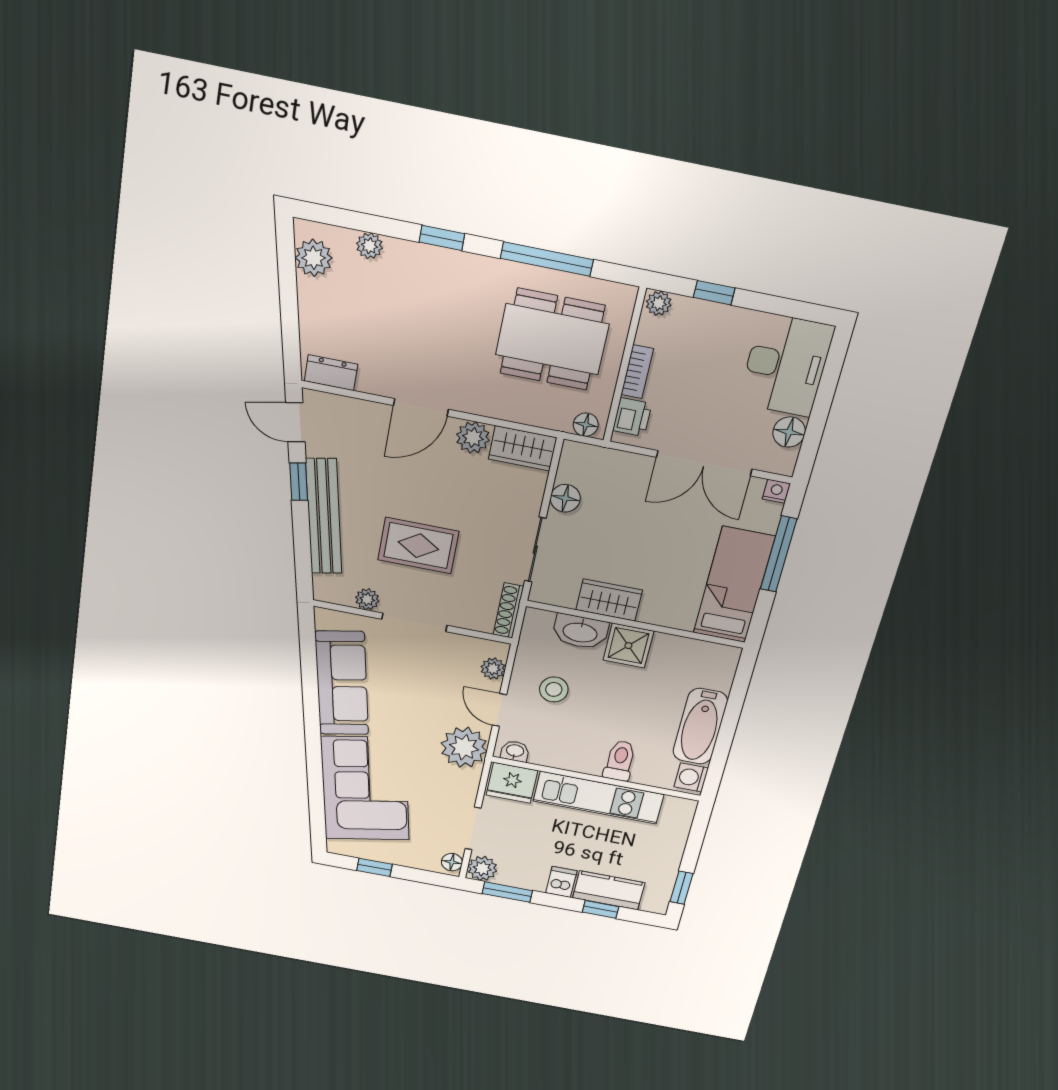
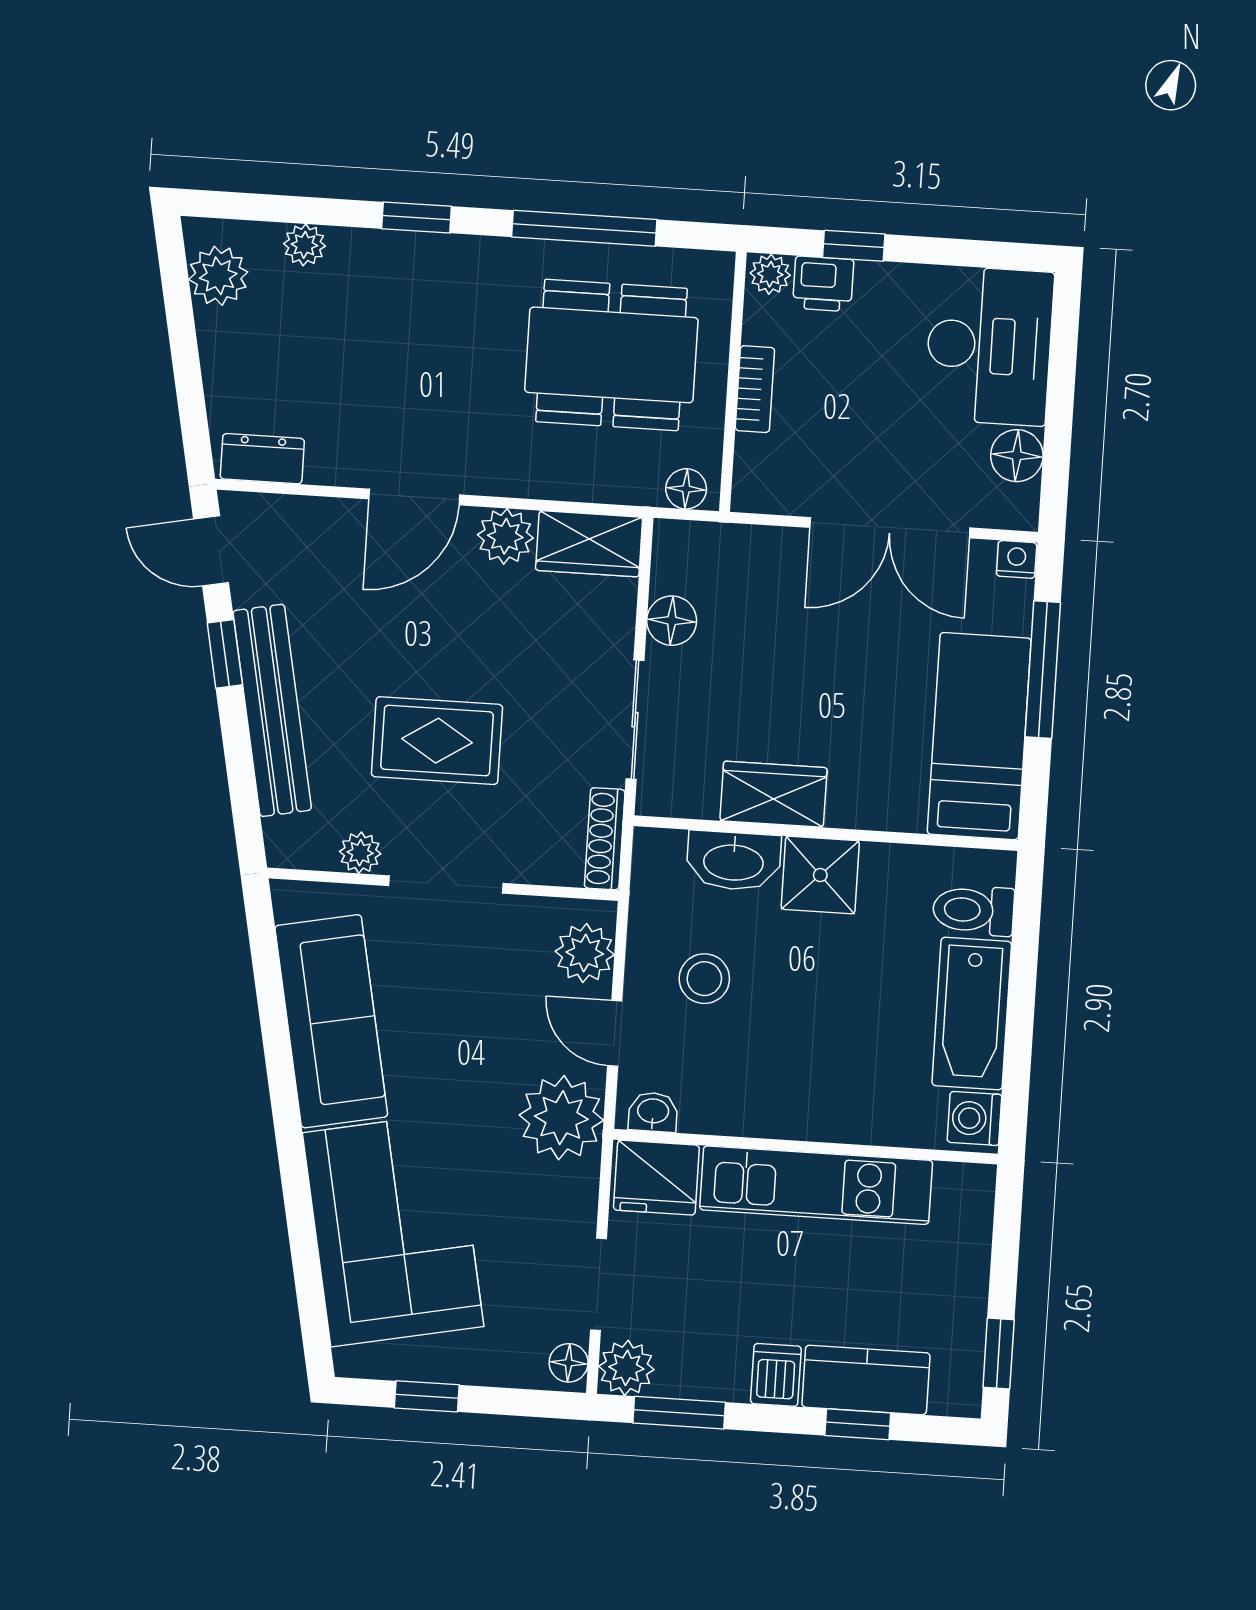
printer: (632, 417) -> (823, 284), moved, turned 90
plant: (493, 669) -> (585, 953), width x1.38, depth x1.38
toilet: (620, 761) -> (973, 910), moved, turned -90

